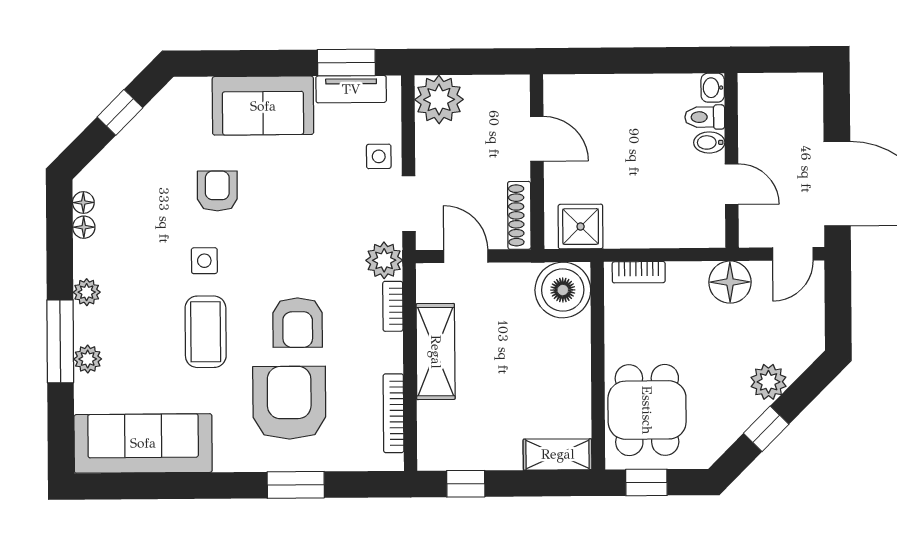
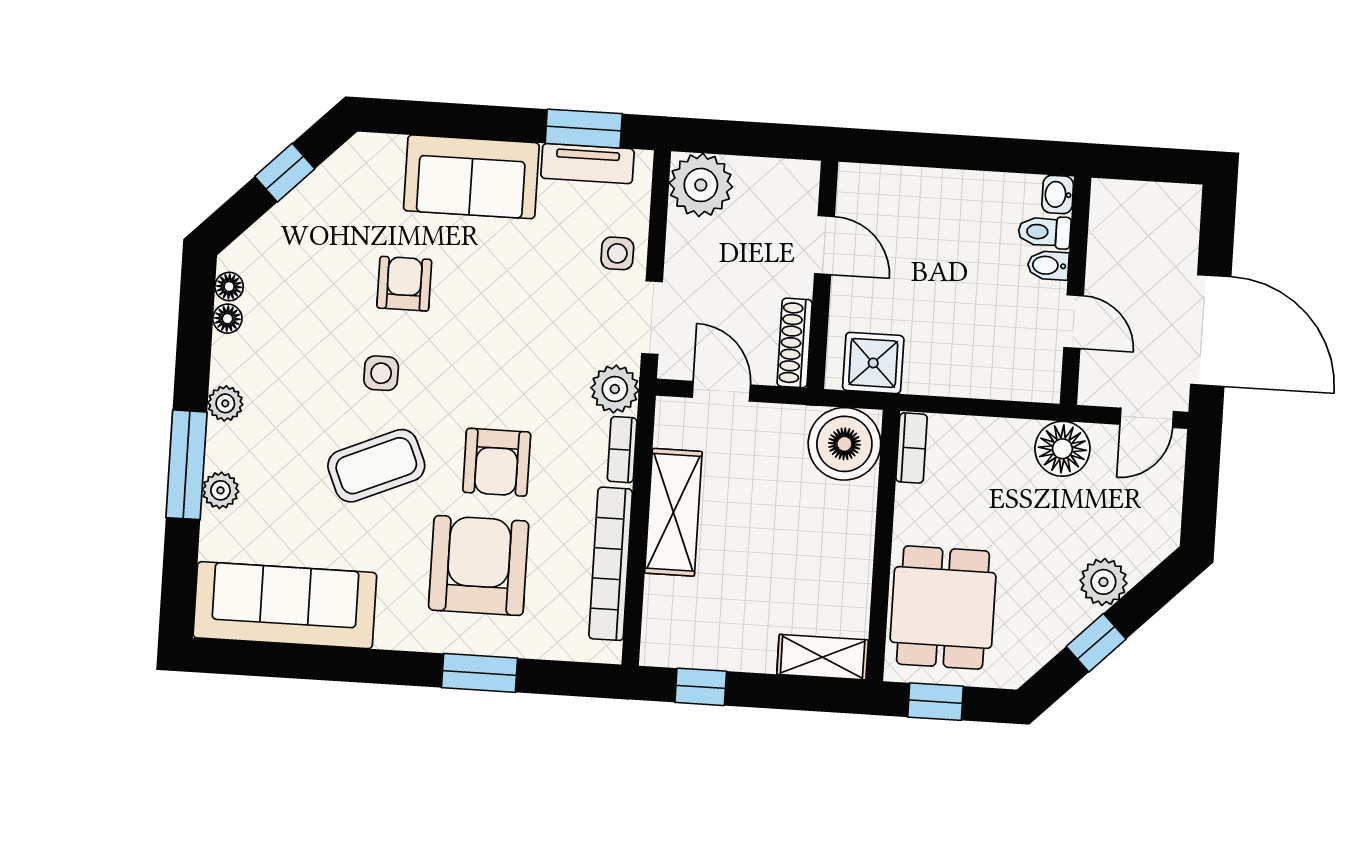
bookcase: (639, 272) -> (912, 448), moved, turned -90
coffee table: (206, 332) -> (376, 466), turned 67
bookcase: (394, 413) -> (611, 564), width x1.48, depth x1.31

